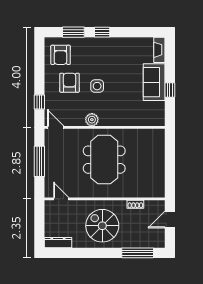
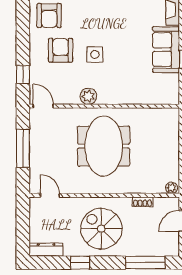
plant: (159, 193) -> (172, 188), added
window: (85, 253) -> (80, 263), added

